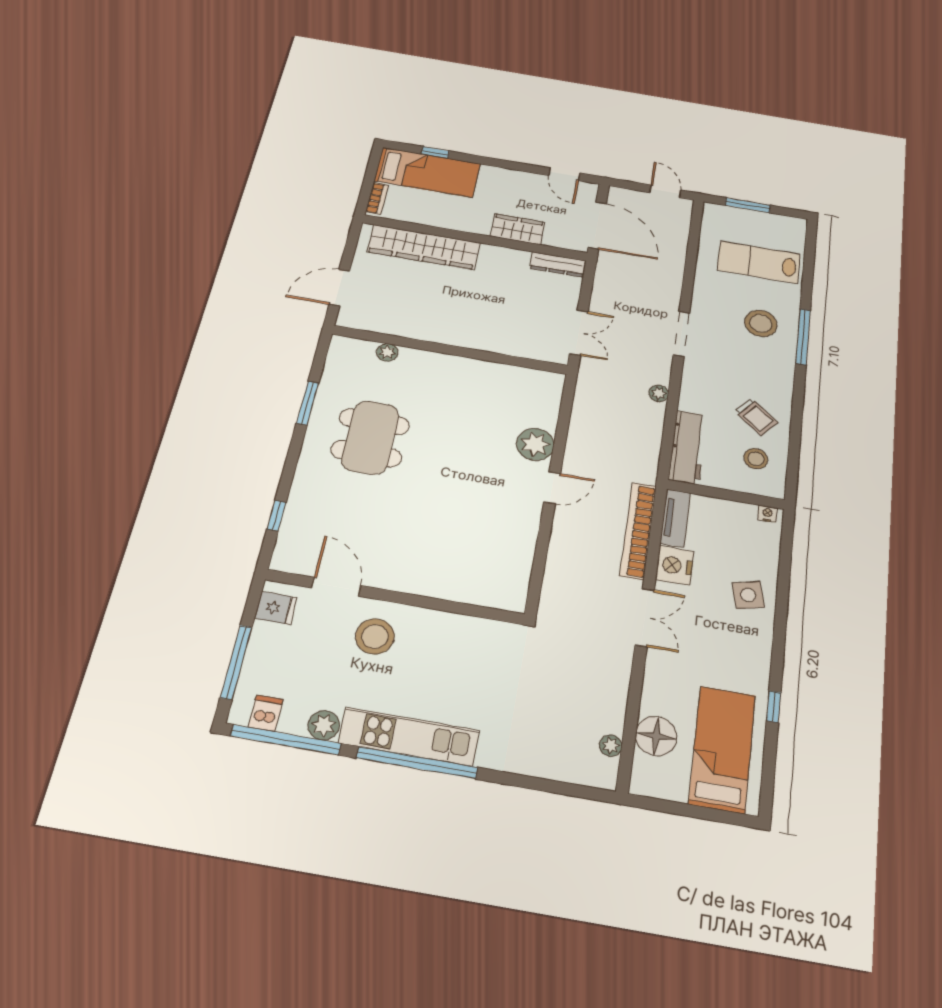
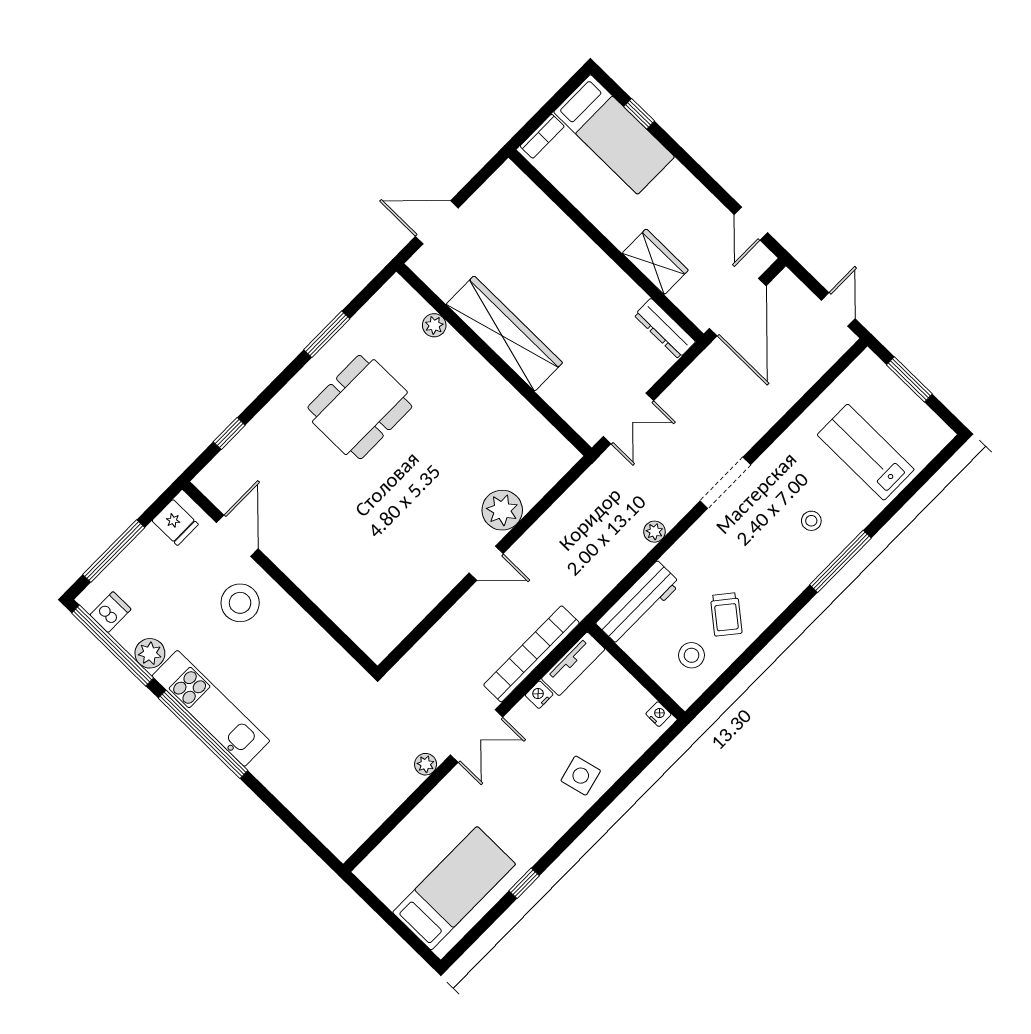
wardrobe: (424, 247) -> (504, 333), moved, turned 180
stool: (761, 323) -> (811, 521), width x0.53, depth x0.53
nightstand: (674, 565) -> (539, 695), width x0.53, depth x0.56
floor lamp: (656, 736) -> (409, 842), removed
plant: (611, 746) -> (426, 764), moved

